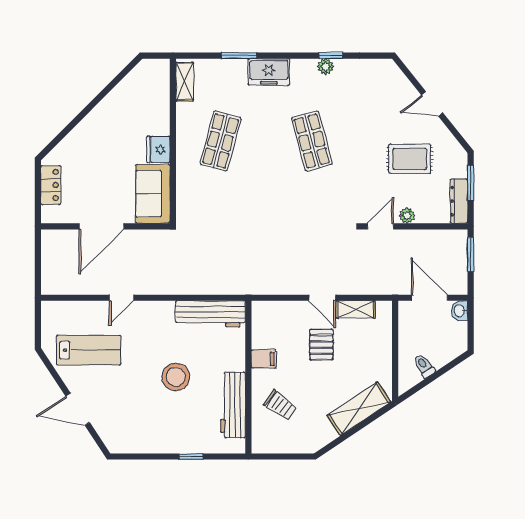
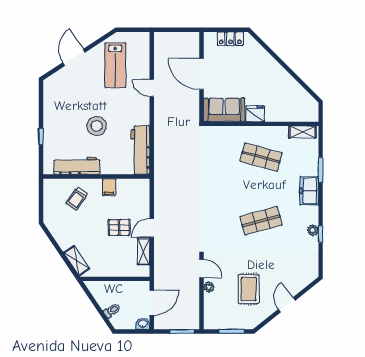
dresser: (459, 201) -> (219, 323), removed
toilet: (424, 366) -> (112, 310), moved
shelving: (359, 409) -> (77, 261), width x0.67, depth x0.75

